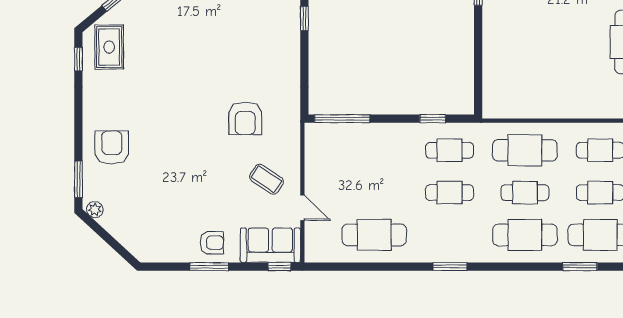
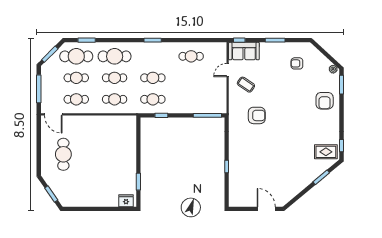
rug: (109, 47) -> (326, 152), turned 90
armchair: (245, 118) -> (257, 115), turned 90
cafe table: (525, 150) -> (115, 99), width x0.73, depth x0.74
door: (302, 208) -> (228, 70), hinge flipped
cafe table: (374, 235) -> (191, 56), width x0.73, depth x0.74
armchair: (212, 243) -> (297, 63), moved

